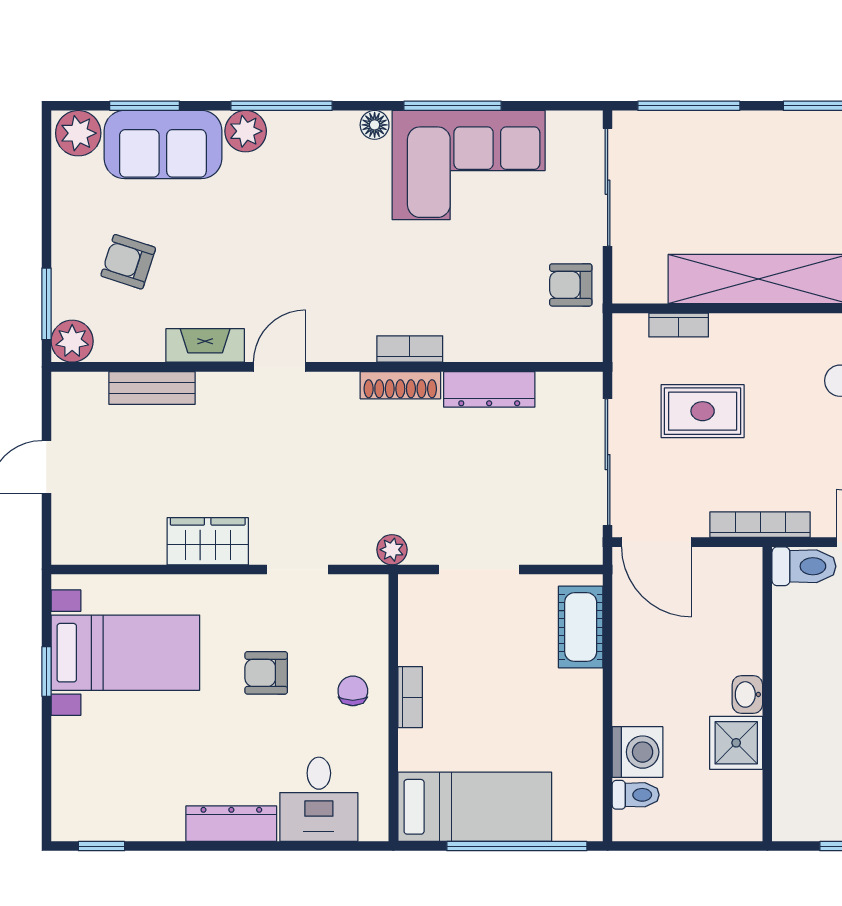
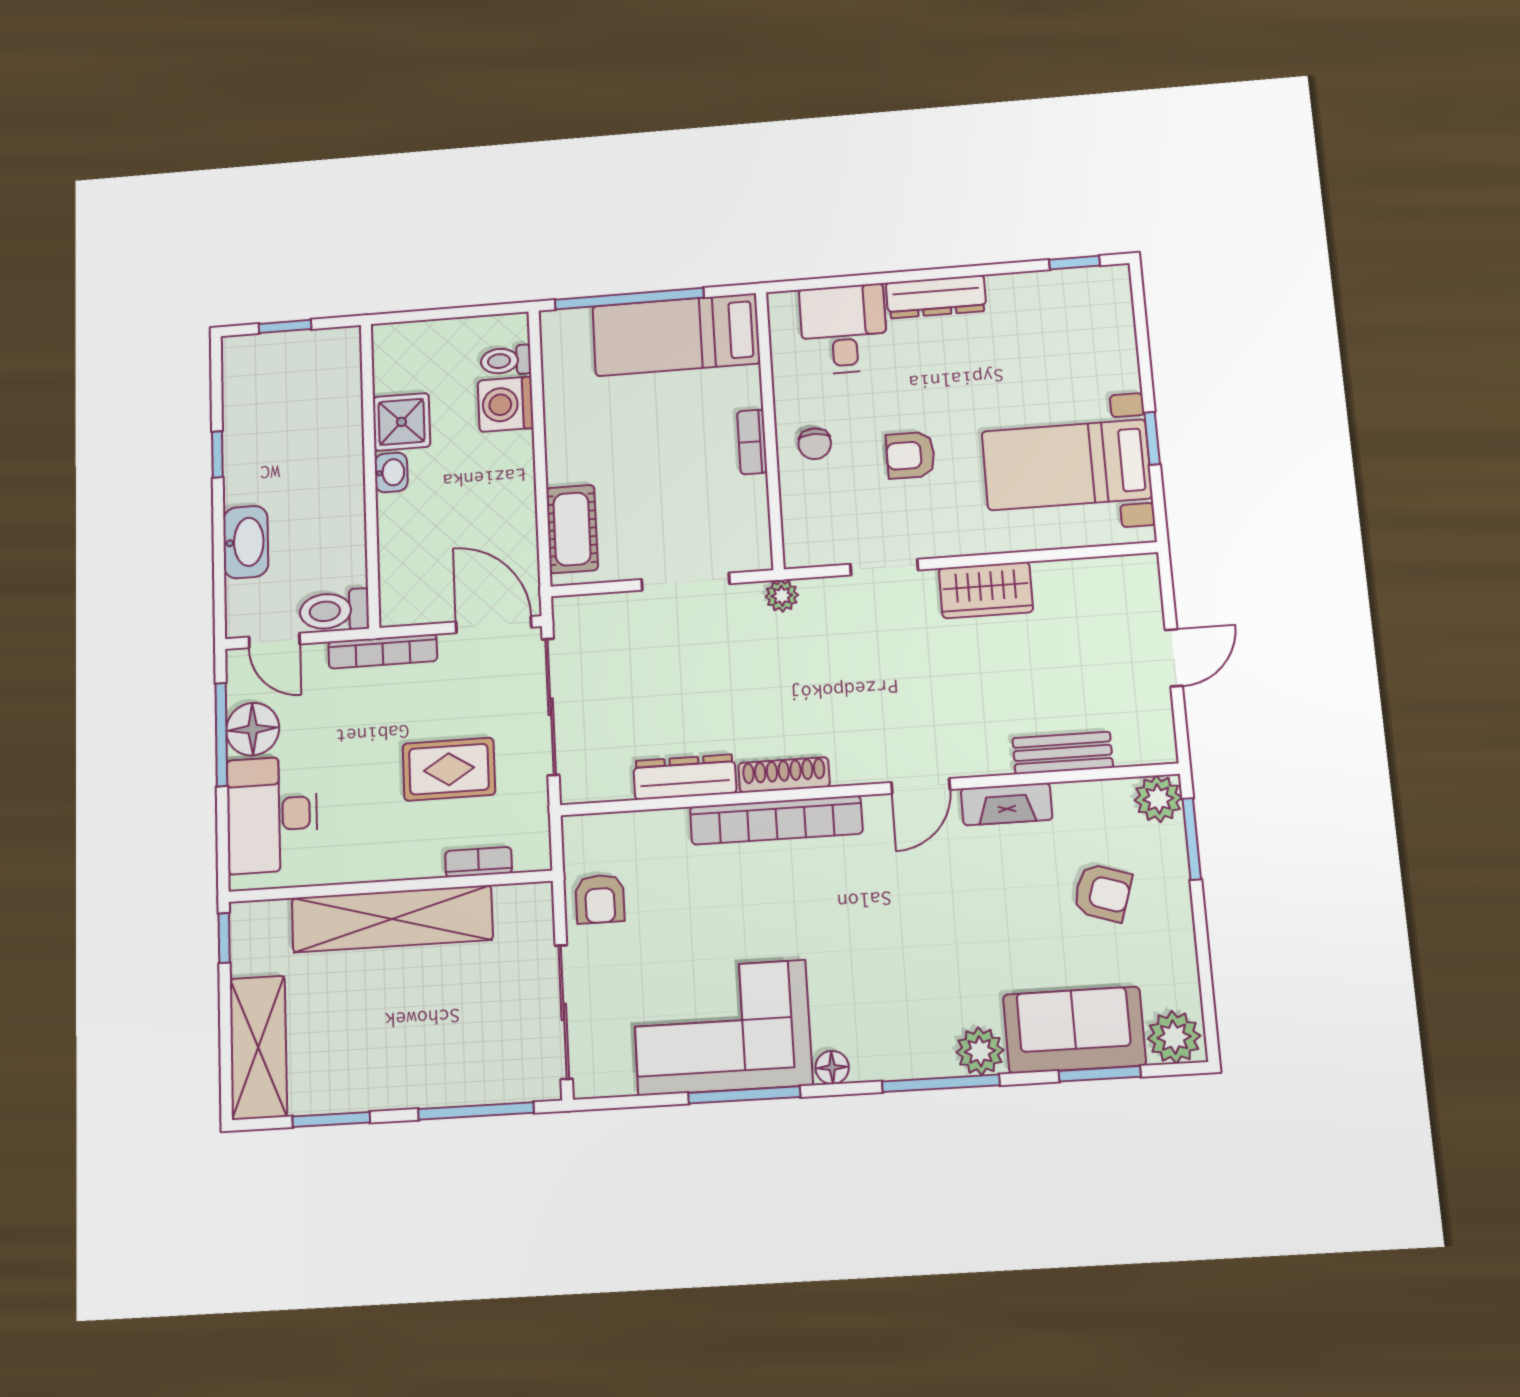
armchair: (571, 285) -> (600, 899), turned 90
bookcase: (410, 349) -> (776, 820), width x2.31, depth x1.31
armchair: (266, 673) -> (910, 455), turned 180

